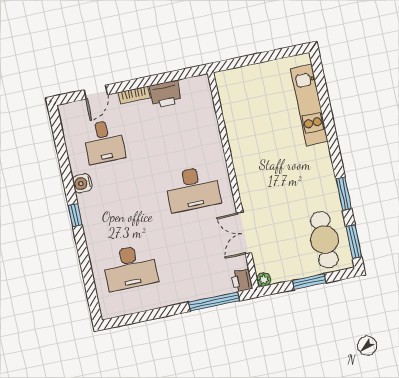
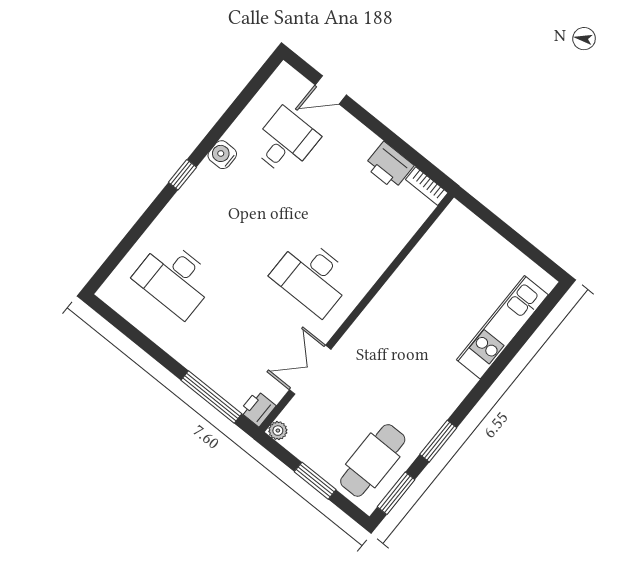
bookcase: (134, 95) -> (427, 186), moved
desk: (104, 142) -> (285, 142), turned 180

